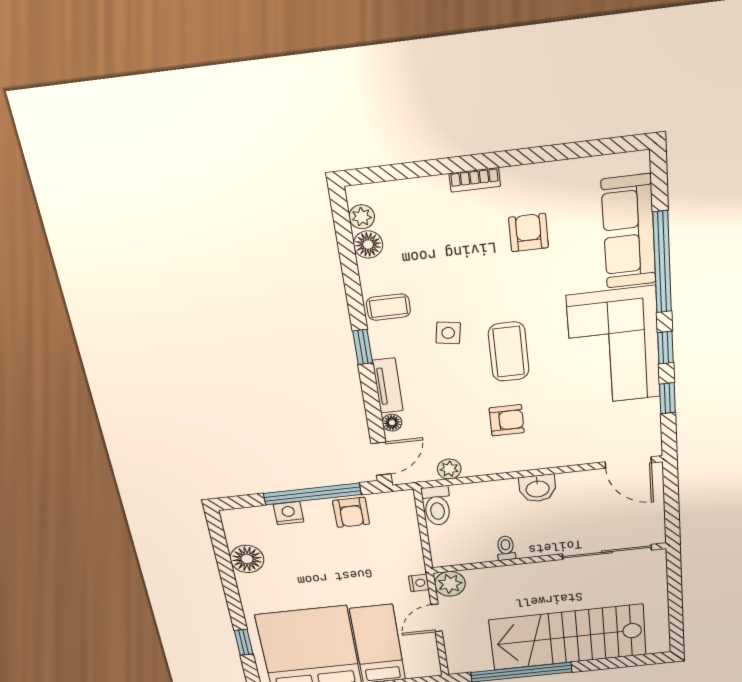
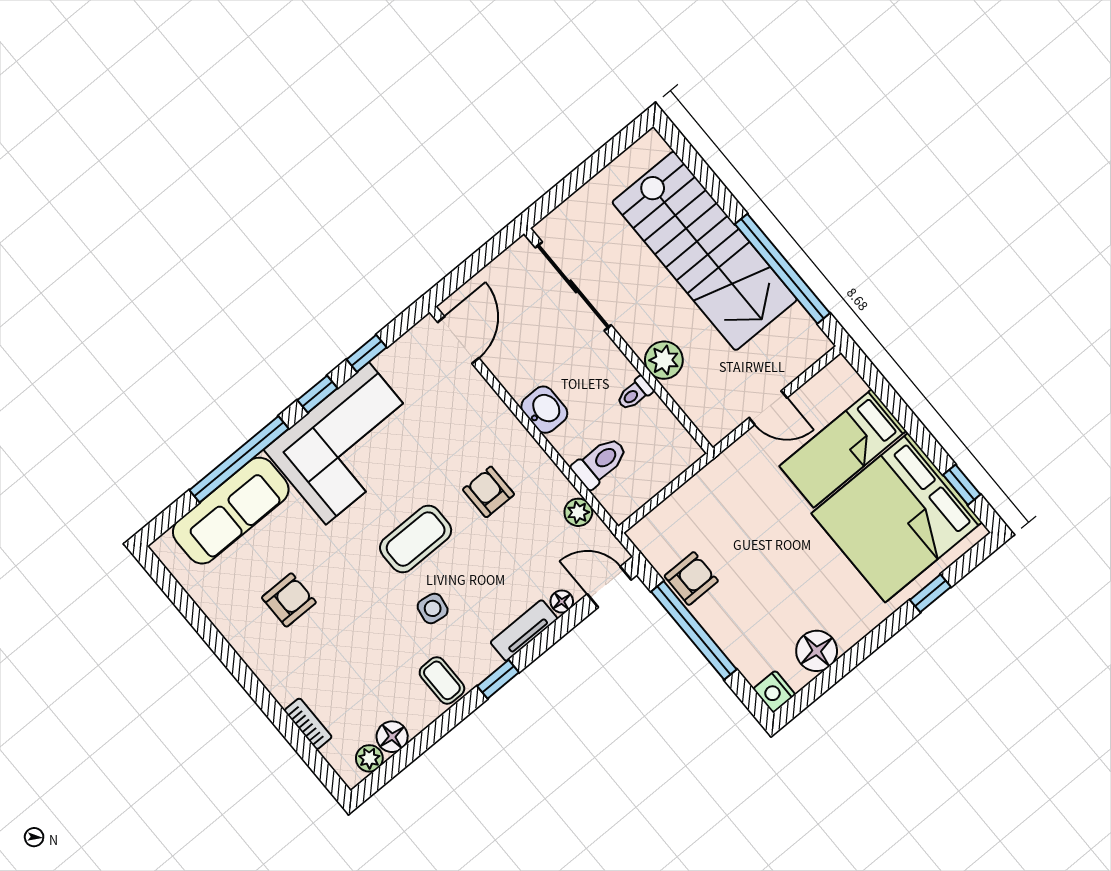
bookcase: (475, 180) -> (308, 724), moved
armchair: (529, 233) -> (289, 600), turned 180
toilet: (437, 506) -> (600, 462), moved
nightstand: (288, 513) -> (774, 692), moved
nightstand: (419, 583) -> (735, 455), removed
plant: (450, 584) -> (664, 360), moved

